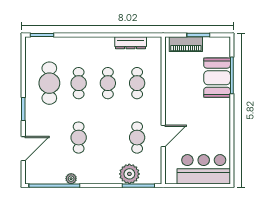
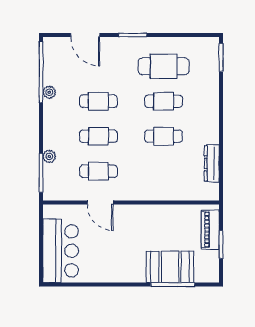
cafe table: (137, 83) -> (98, 136), moved
plant: (129, 174) -> (49, 156), width x0.53, depth x0.53

